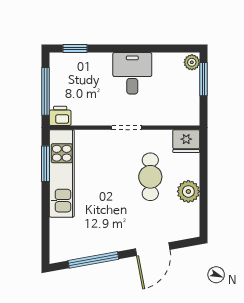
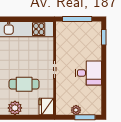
plant: (192, 62) -> (76, 110), moved
printer: (60, 116) -> (62, 28), removed
window: (45, 164) -> (32, 19), removed

